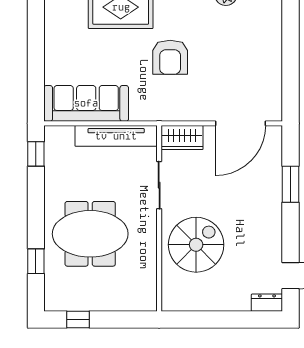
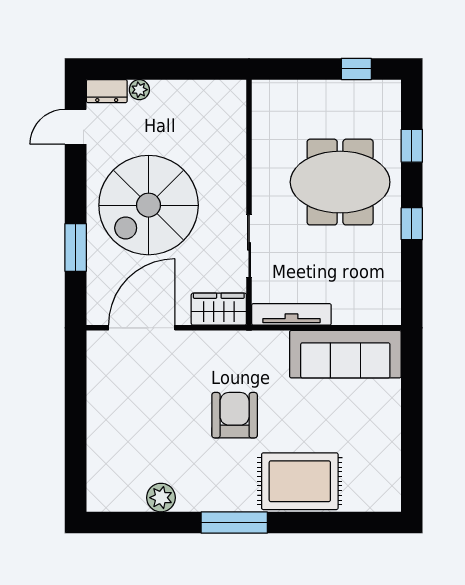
tv unit: (116, 136) -> (291, 314), width x0.73, depth x0.78
window: (36, 154) -> (412, 224), moved
spiral stairs: (196, 245) -> (149, 205), moved, width x1.37, depth x1.37
plant: (242, 304) -> (139, 90), added

